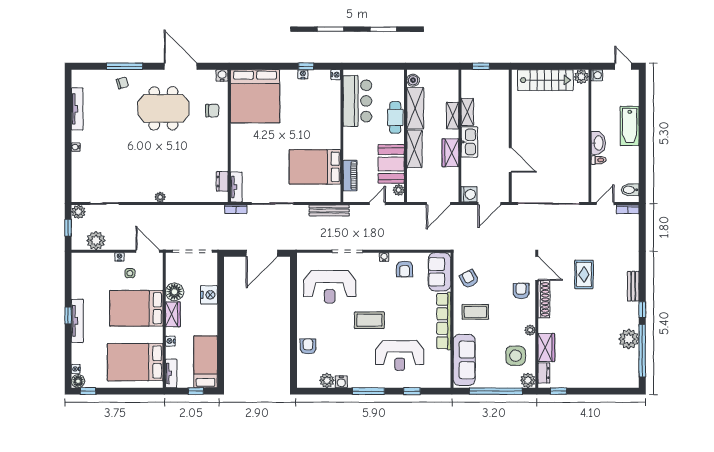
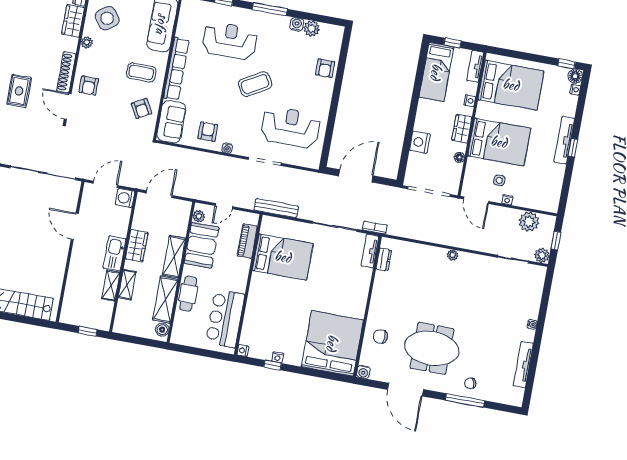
floor lamp: (174, 292) -> (459, 157), width x0.53, depth x0.53
coffee table: (369, 320) -> (255, 84), turned -30
side table: (516, 356) -> (107, 18), turned -36

